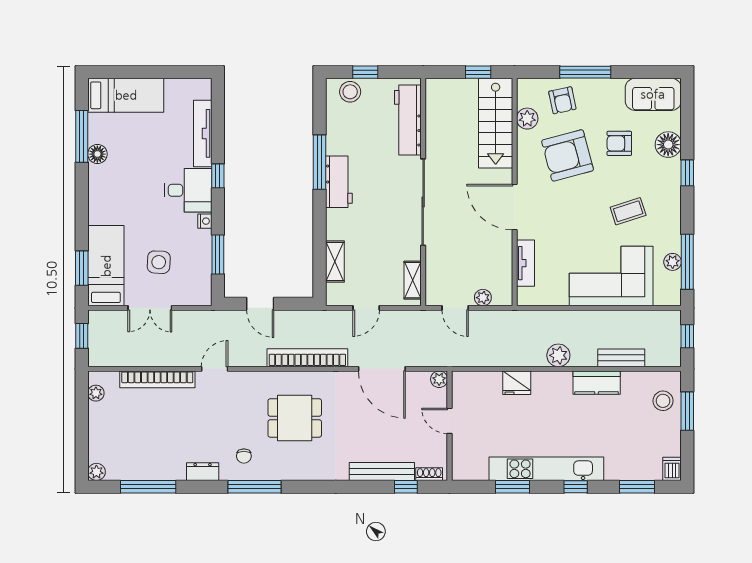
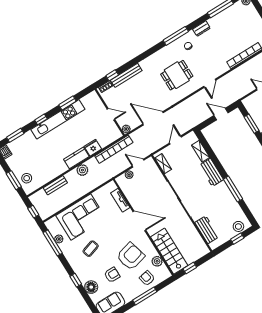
workbench: (408, 120) -> (207, 230), width x0.73
workbench: (339, 182) -> (211, 172), moved
bookcase: (307, 358) -> (114, 149), moved
door: (215, 369) -> (210, 83), moved
kitchen counter: (597, 383) -> (76, 158), moved

